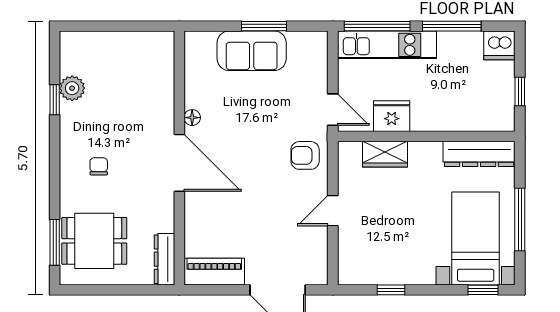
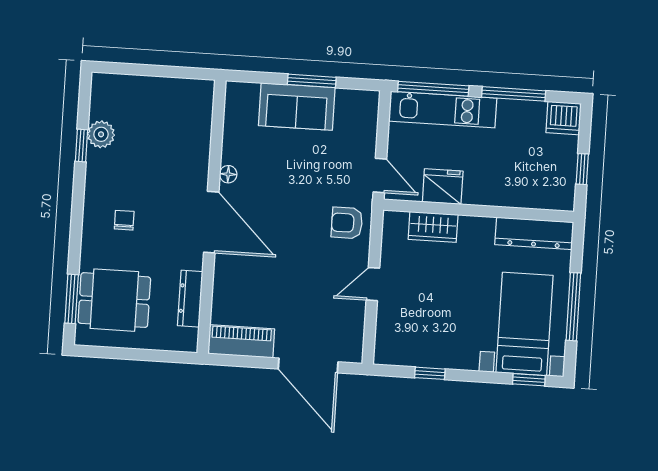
dresser: (164, 259) -> (190, 299), moved

